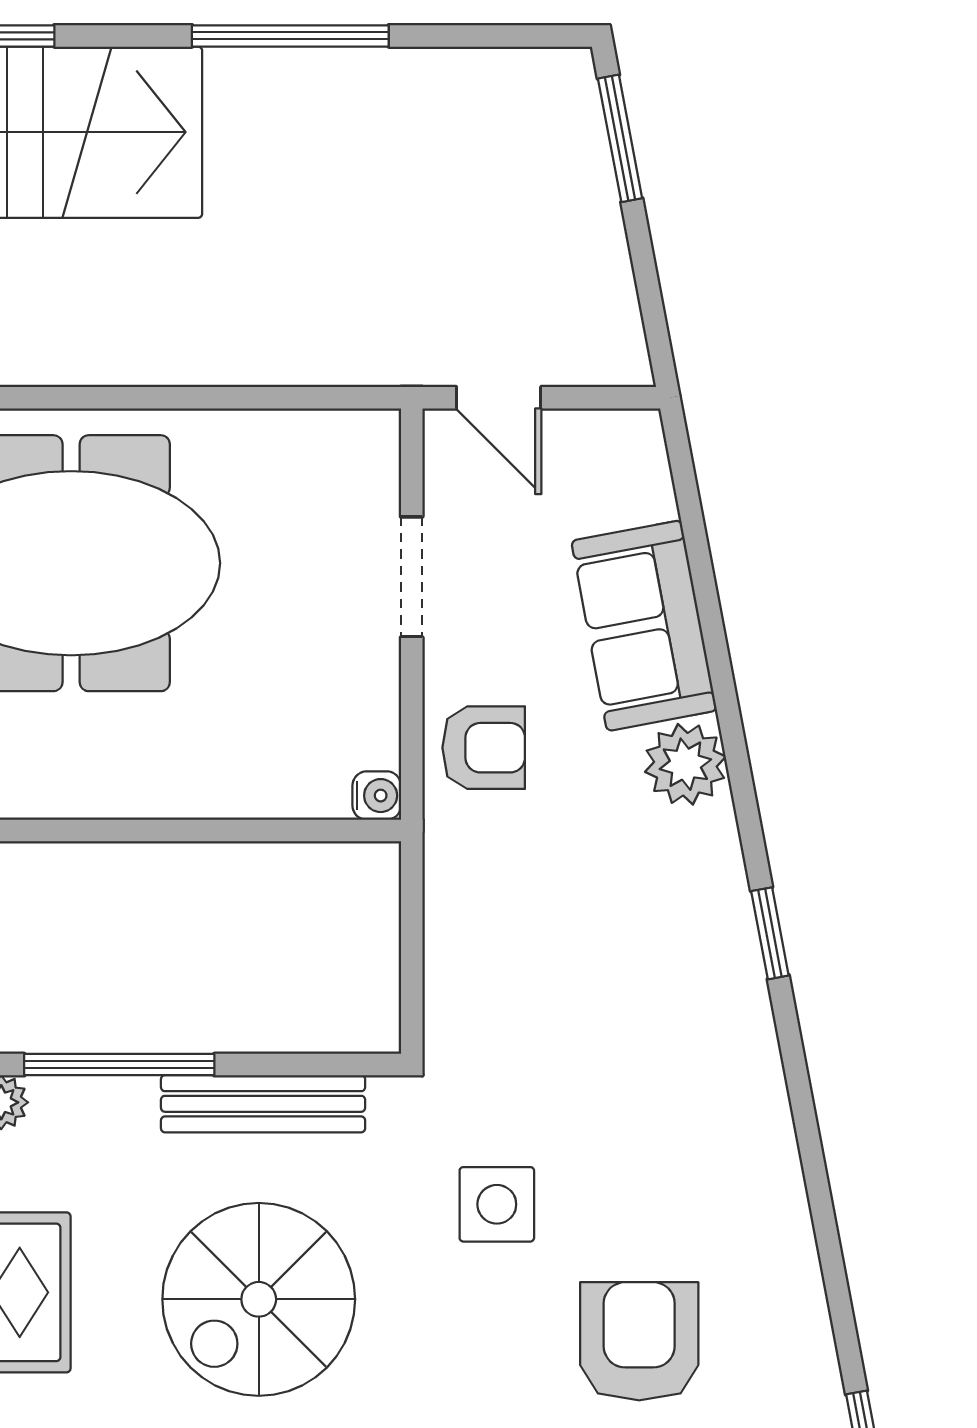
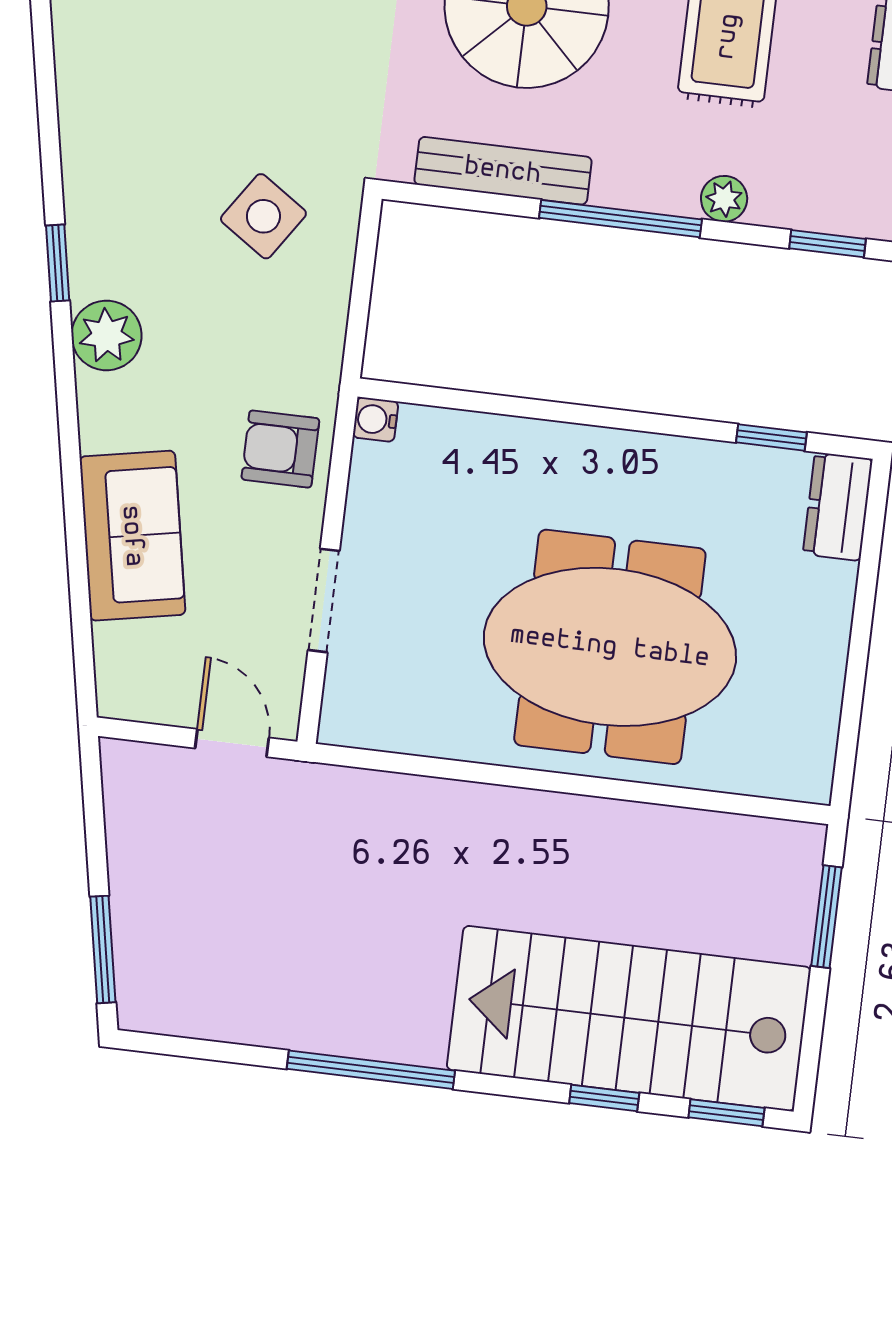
plant: (685, 764) -> (107, 335), moved
side table: (497, 1204) -> (263, 216), moved, turned 34

